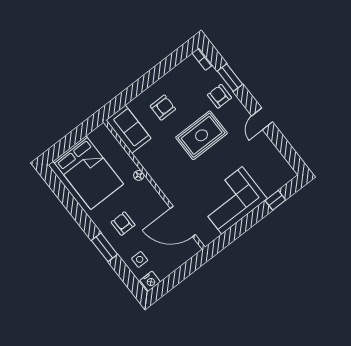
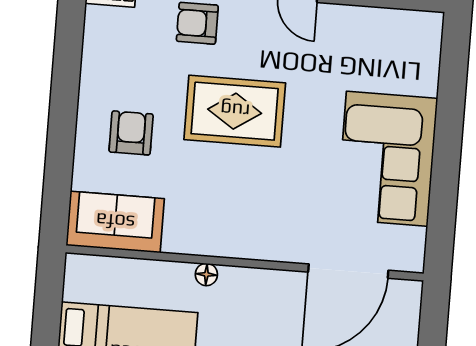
rug: (202, 135) -> (235, 111), turned 90
window: (275, 200) -> (452, 87), removed

